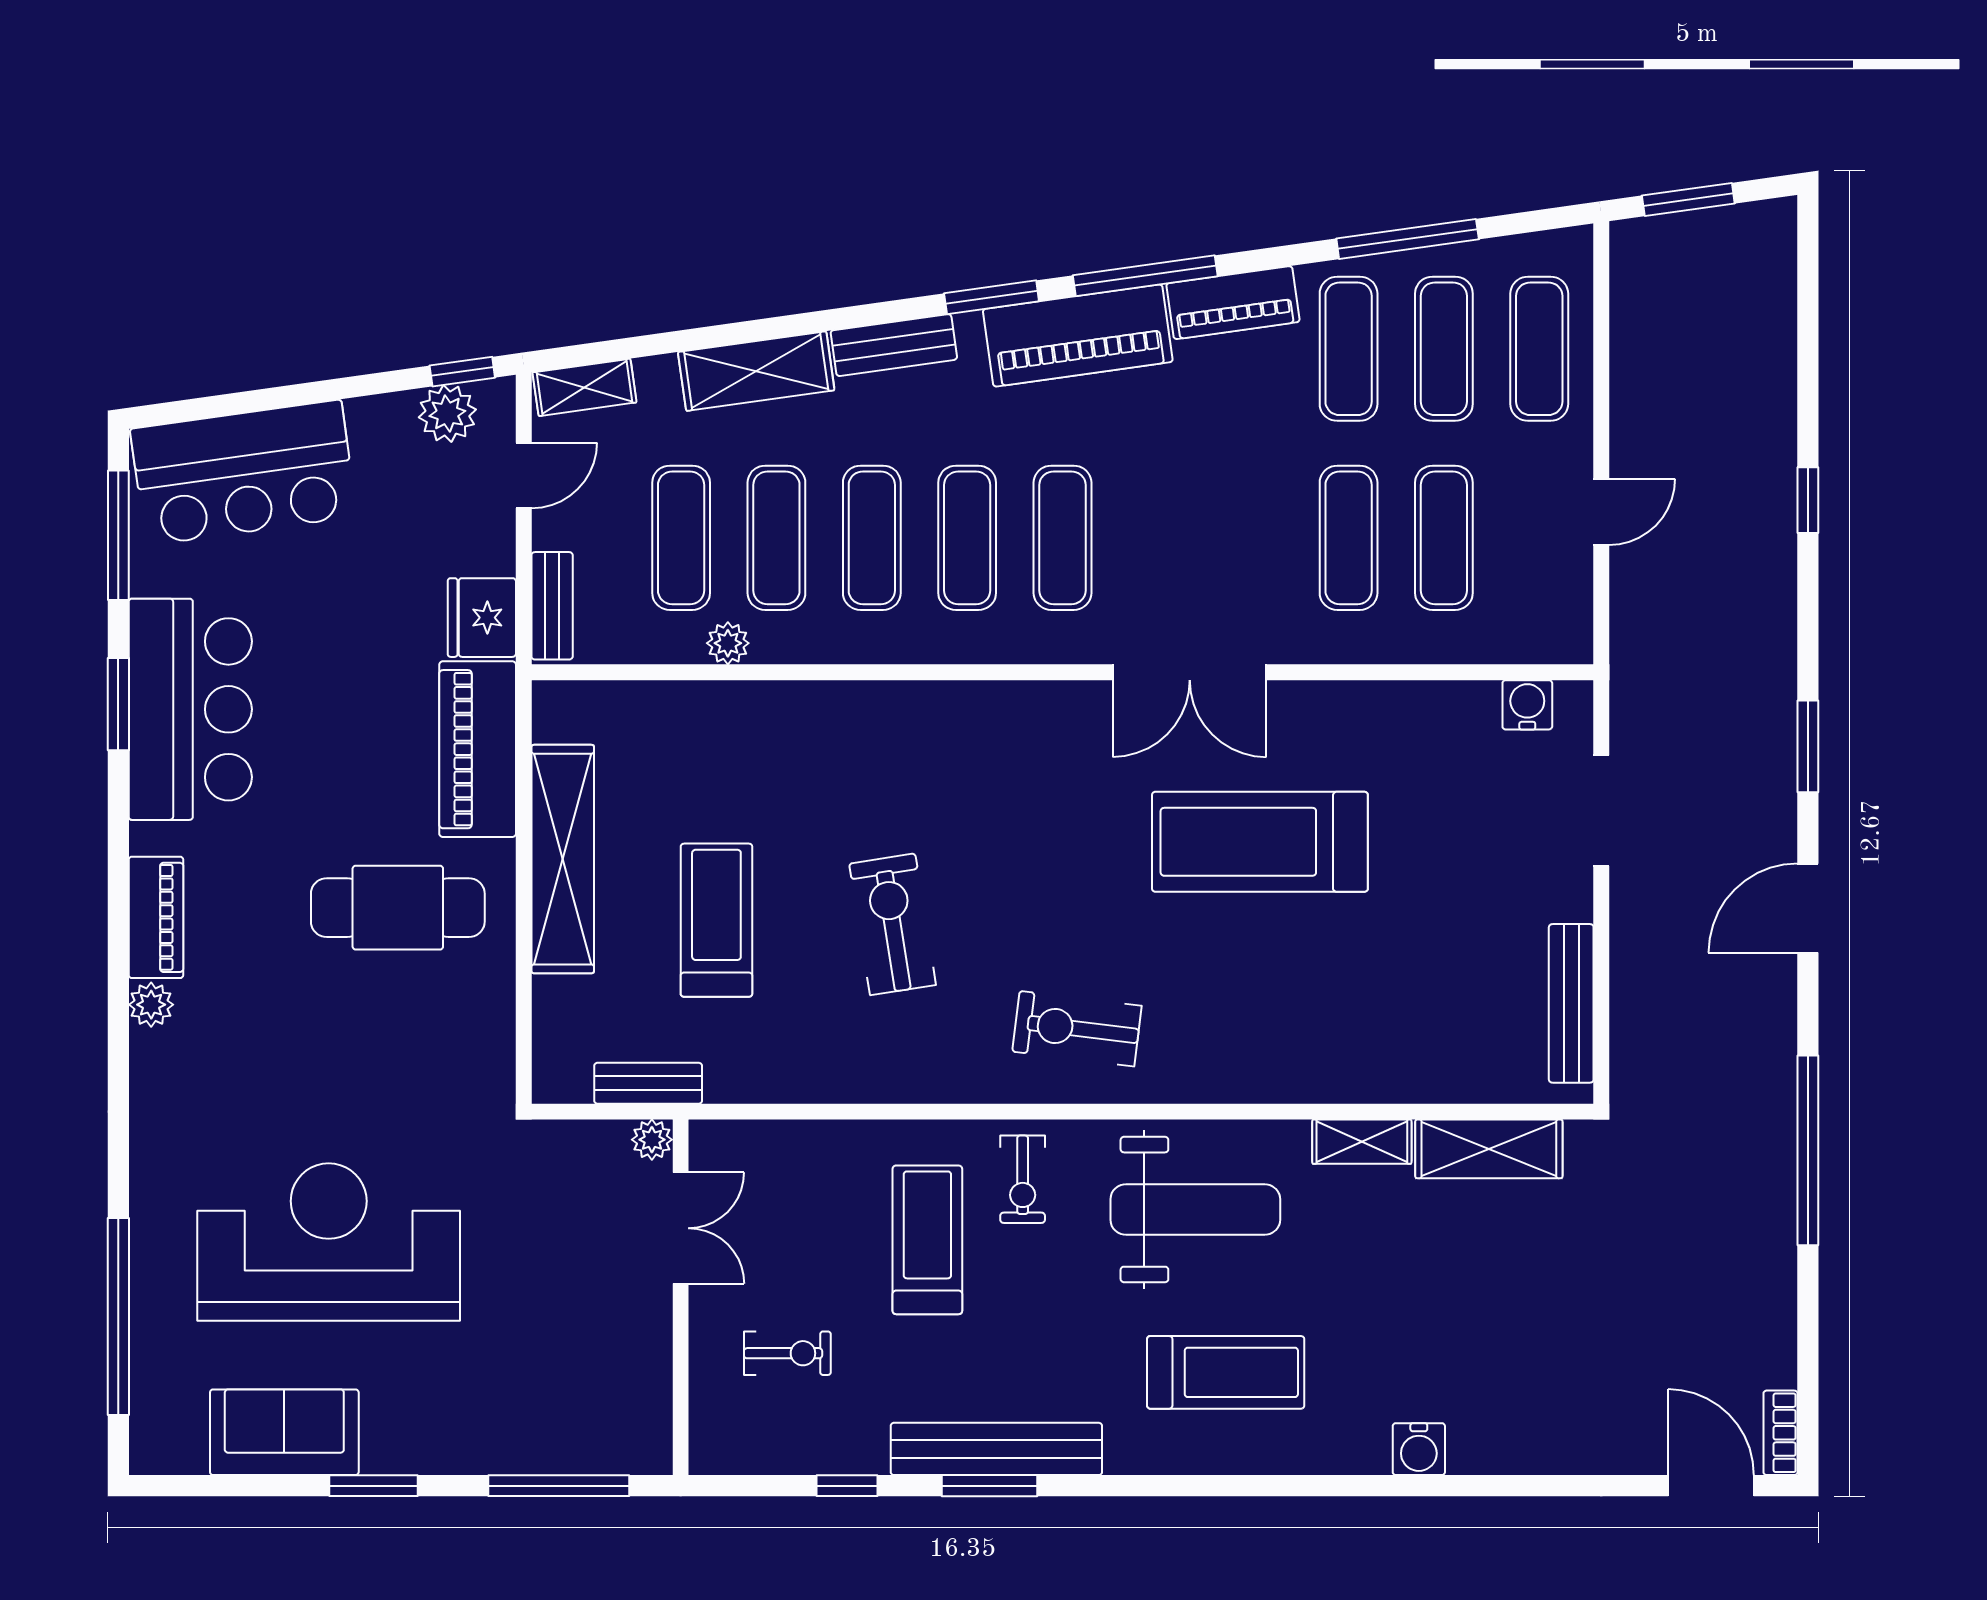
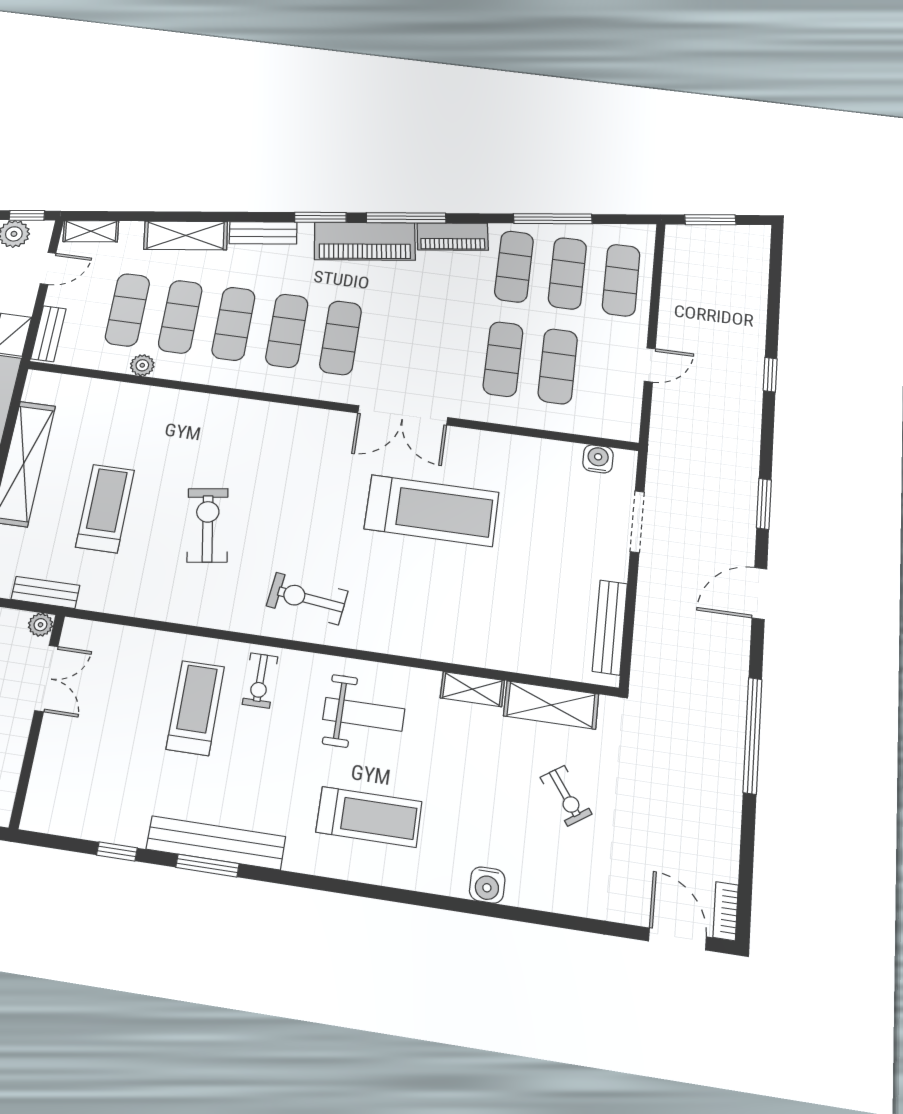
treadmill: (1260, 842) -> (432, 511), turned 180
weight bench: (1195, 1210) -> (364, 714), width x0.73, depth x0.75
exercise bike: (787, 1353) -> (566, 796), moved, turned 55

